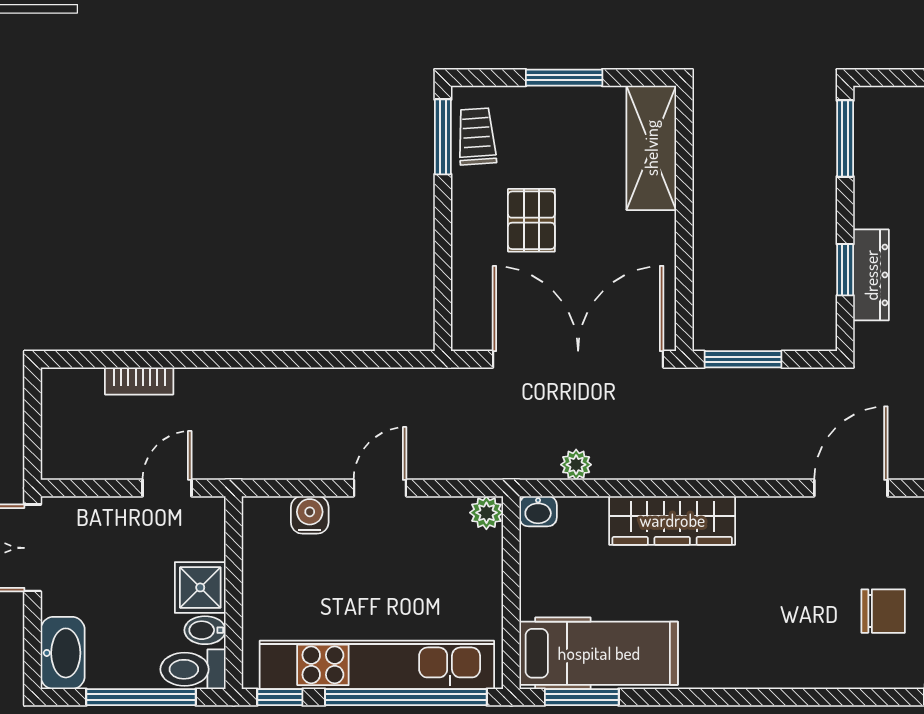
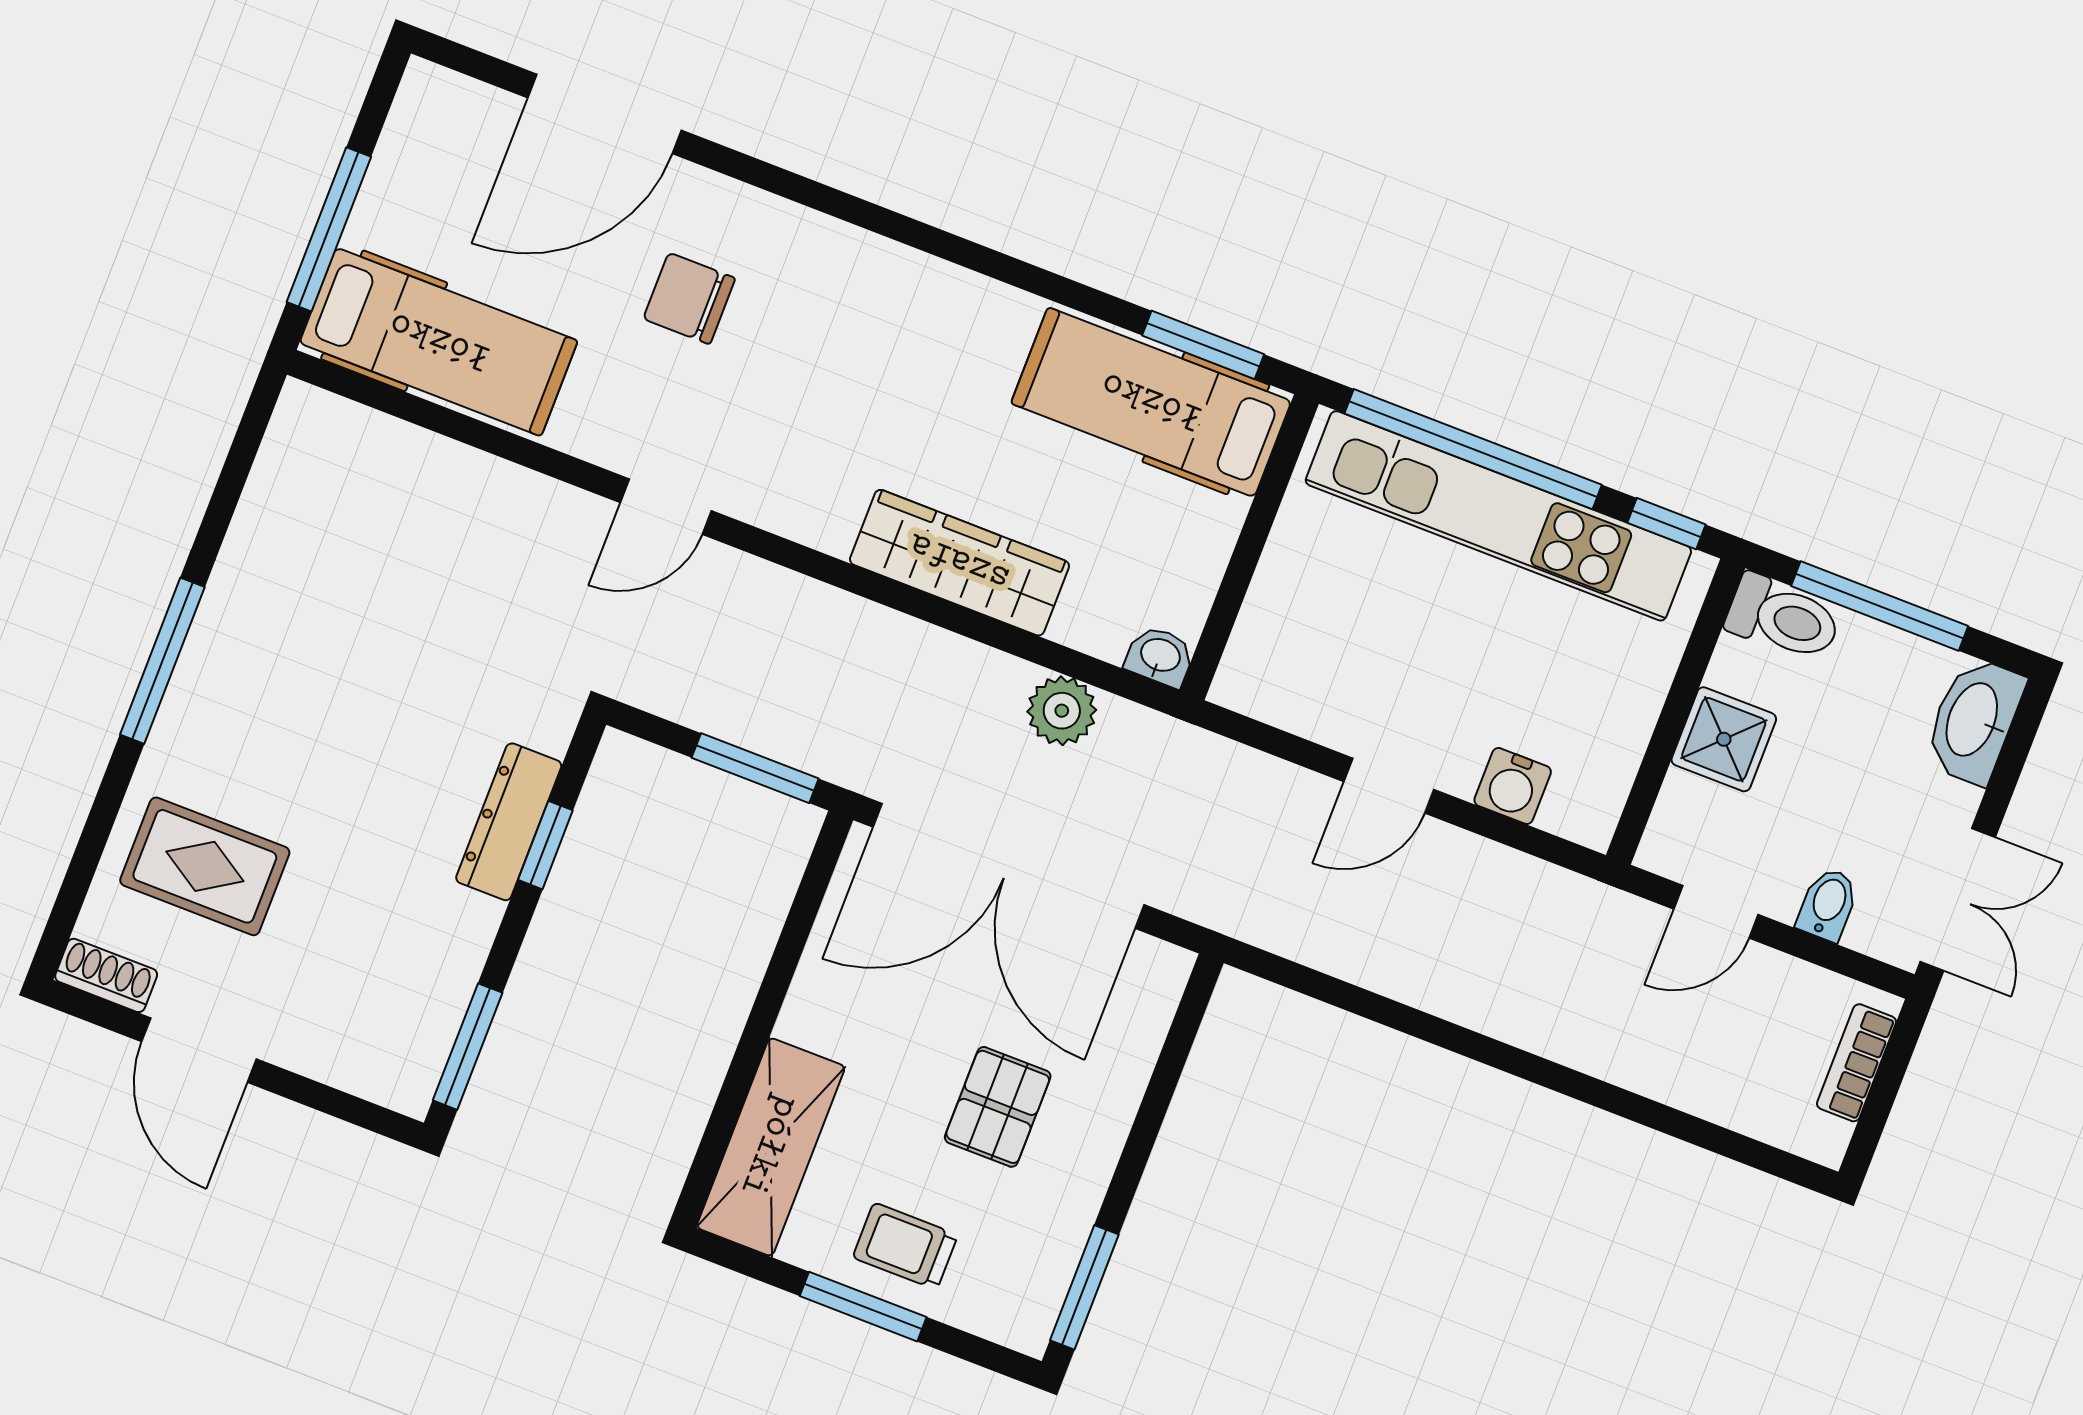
trolley: (477, 136) -> (905, 1246), moved, turned 94
bookcase: (139, 381) -> (1857, 1063), moved, turned -90
plant: (576, 465) -> (1062, 711), width x1.38, depth x1.38
door: (851, 488) -> (666, 507), width x0.73
plant: (486, 513) -> (1240, 684), removed
bidet: (205, 630) -> (1828, 904), moved, turned -90

